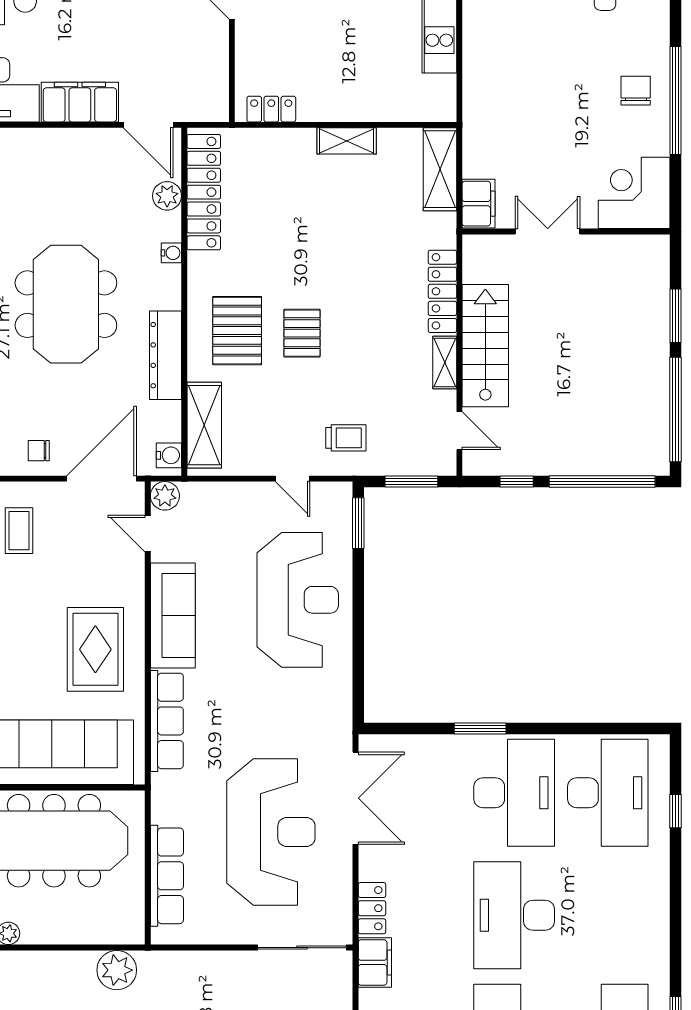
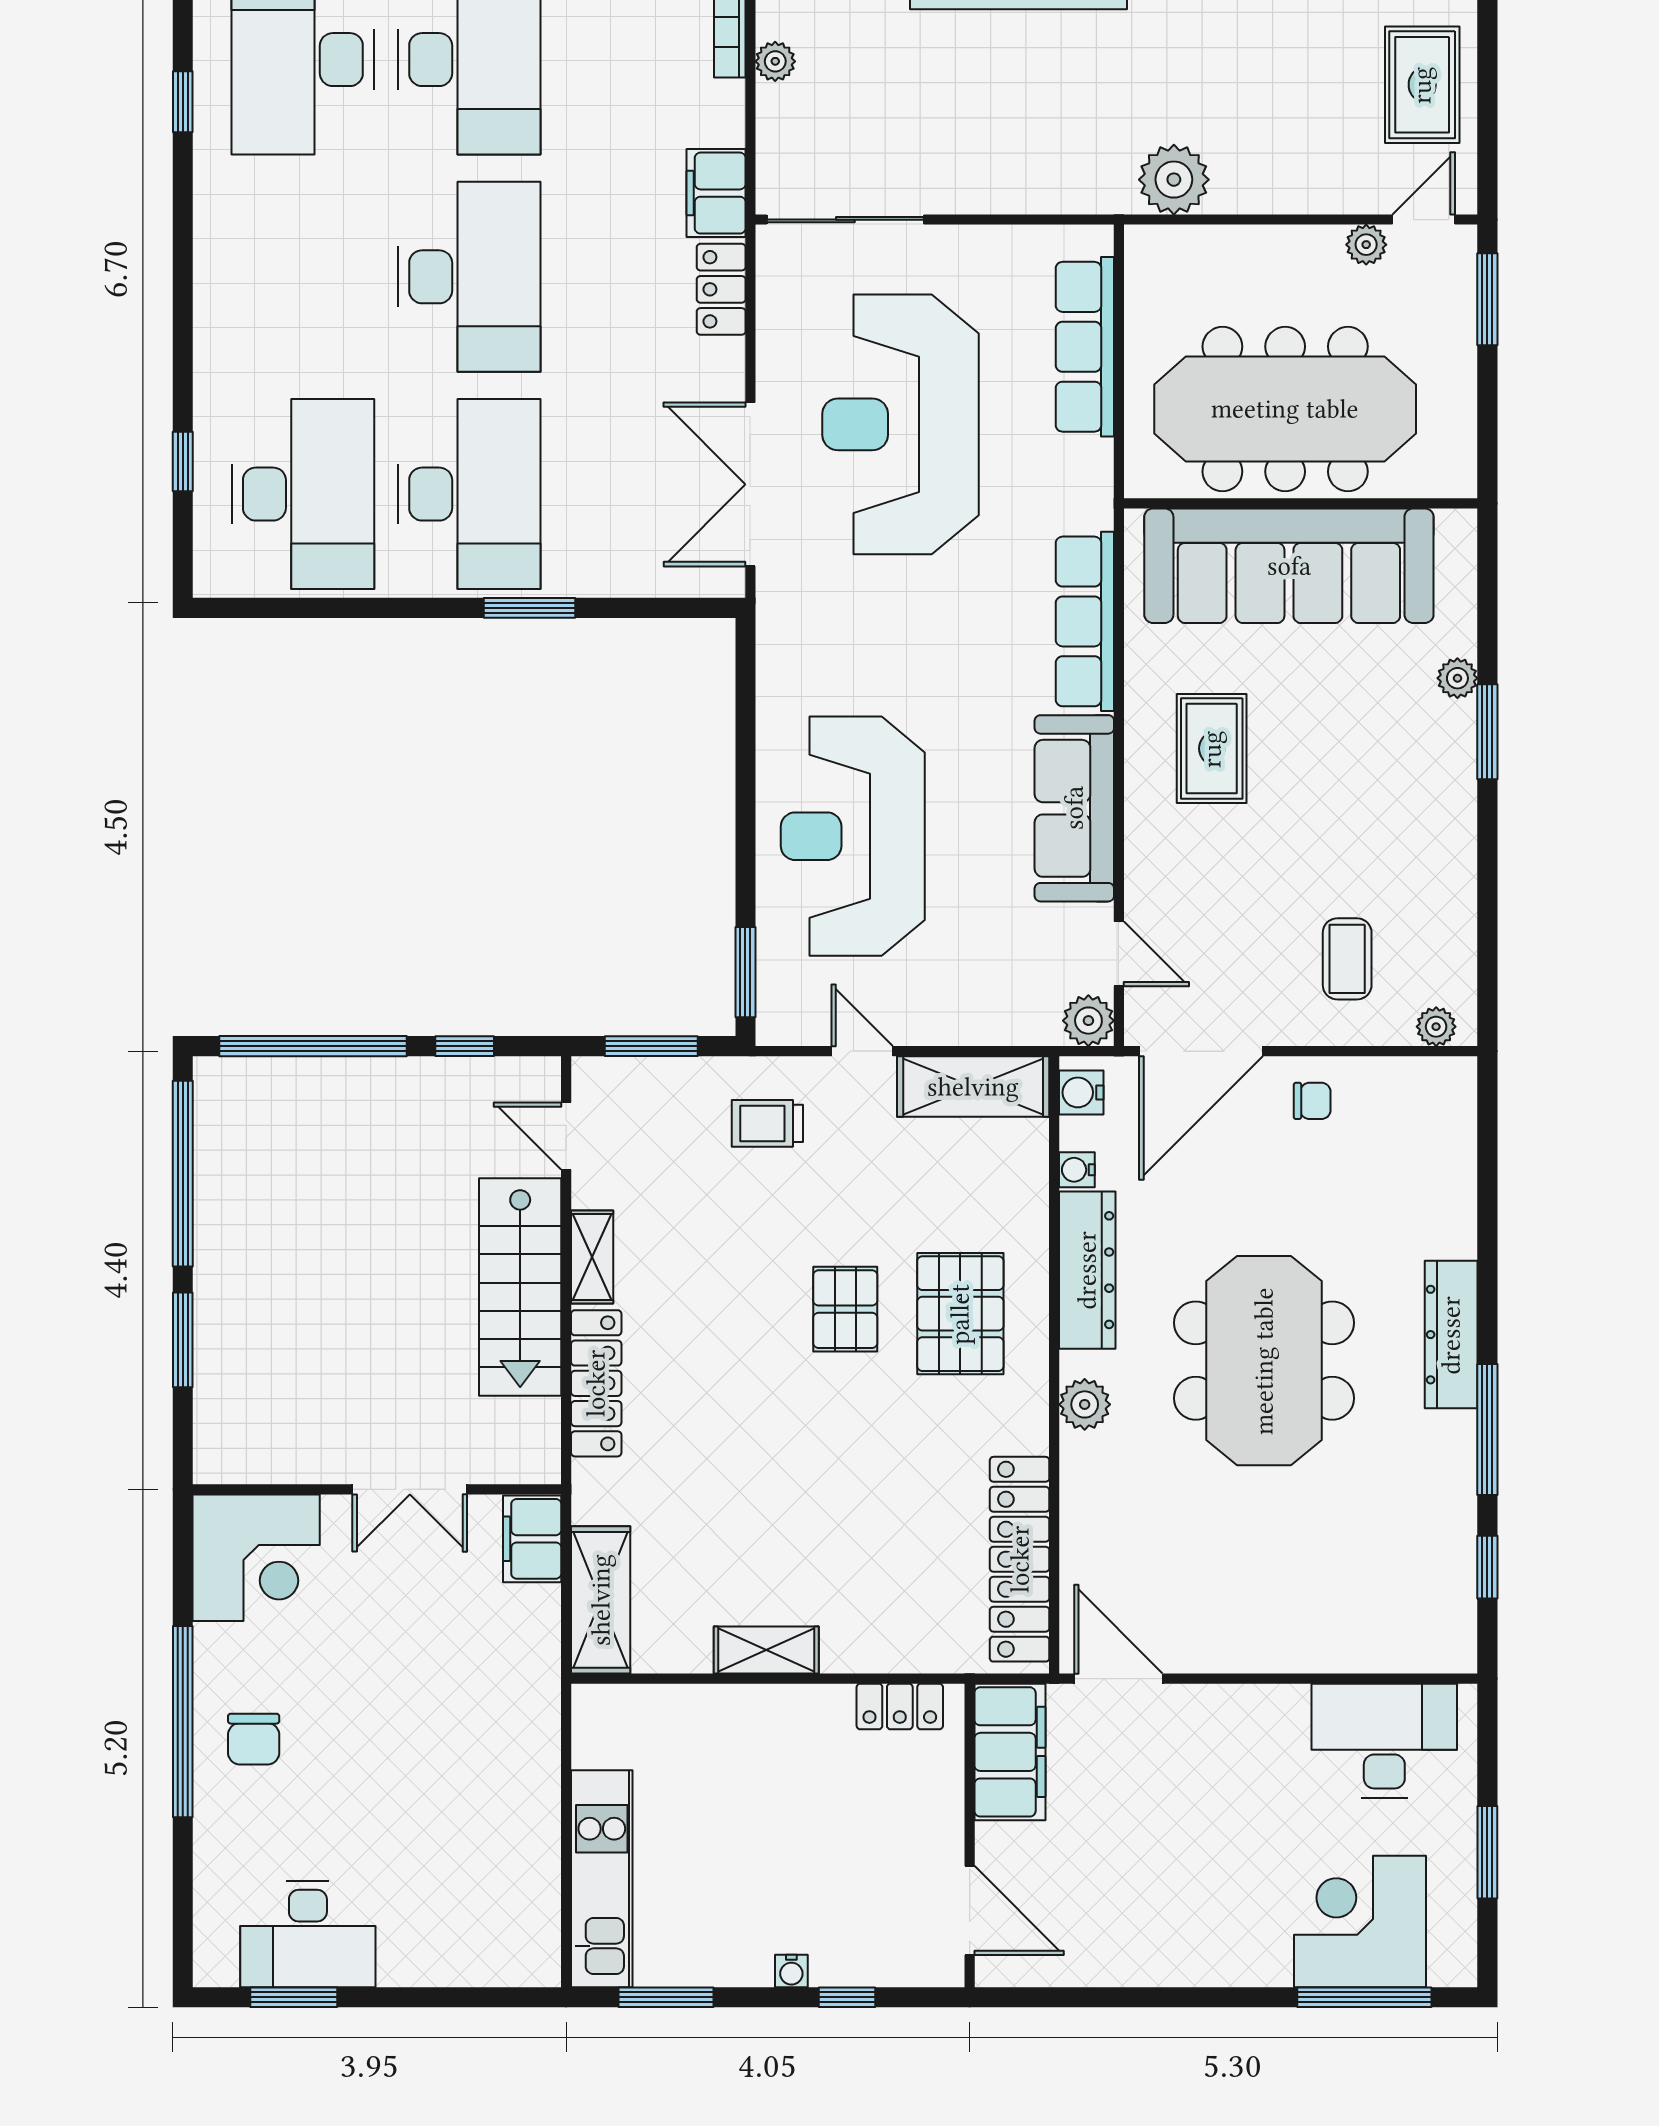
filing cabinet: (80, 102) -> (1010, 1752), moved, turned -90
plant: (167, 196) -> (1085, 1404), moved
water cooler: (171, 253) -> (1077, 1170), moved
shelving: (204, 425) -> (973, 1087), moved, turned 90
rug: (95, 649) -> (1212, 749), width x0.73, depth x0.70
desk: (514, 793) -> (469, 494), turned 180
desk: (608, 793) -> (303, 494), turned 180

